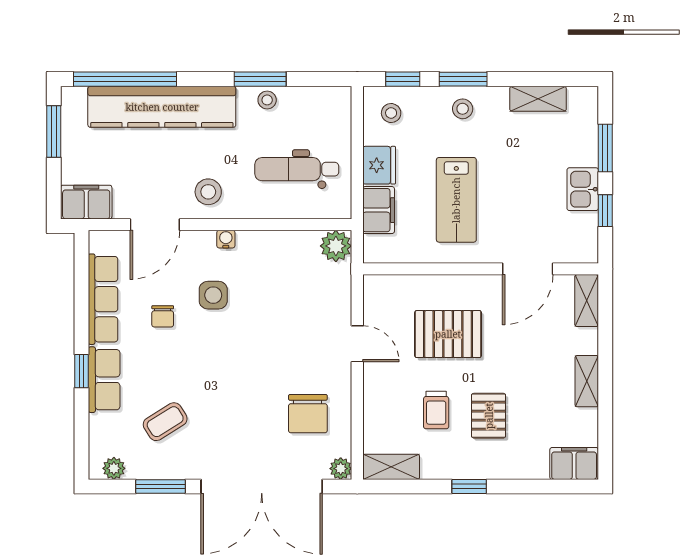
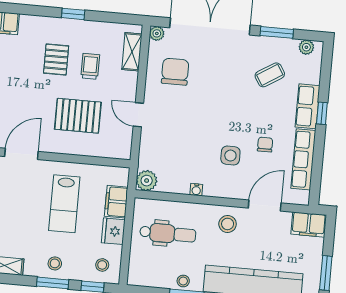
lab bench: (456, 200) -> (64, 204), turned 180
water cooler: (226, 239) -> (196, 190), moved
shelving: (391, 467) -> (132, 52), moved, turned 90

